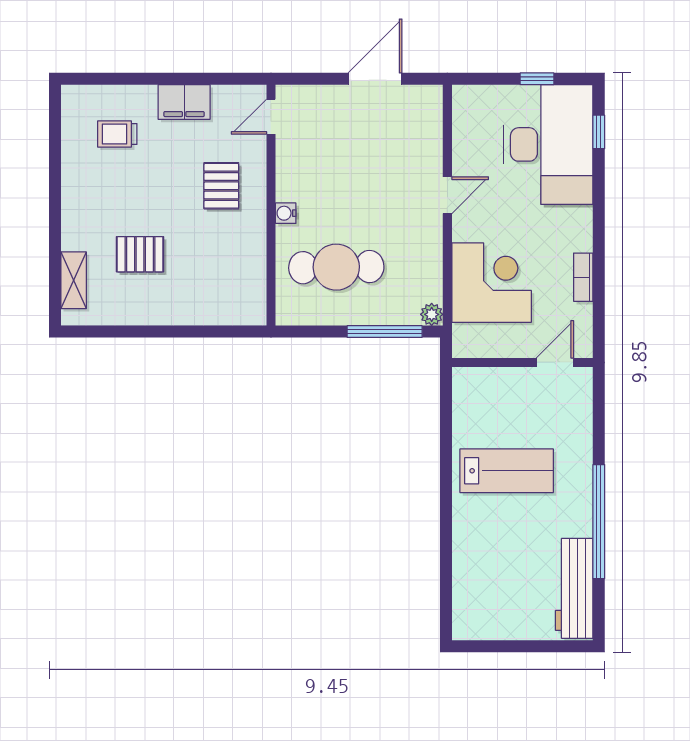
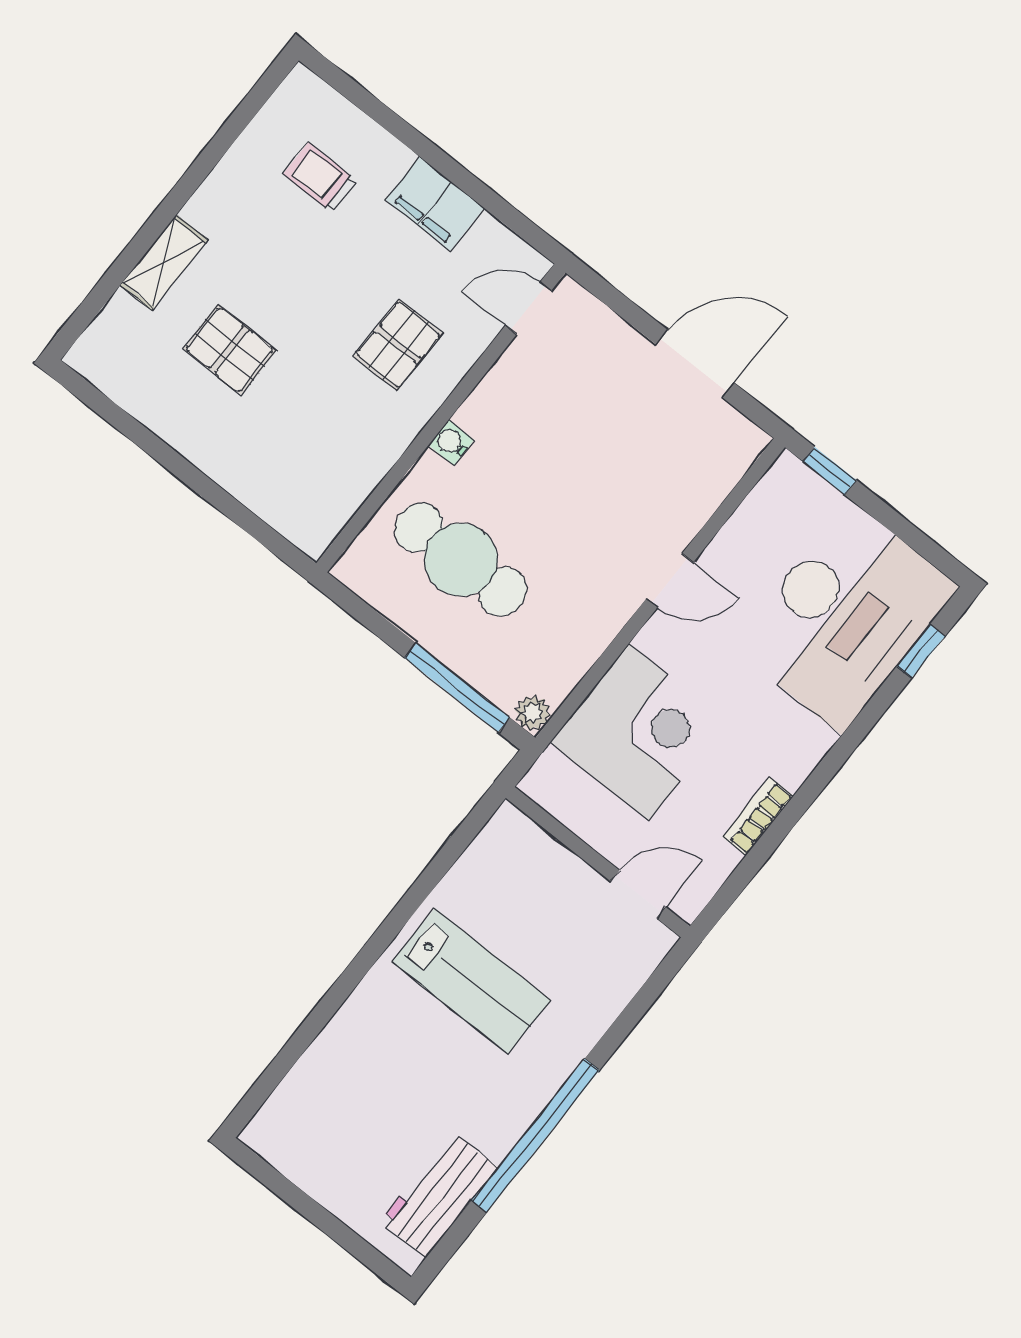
window: (537, 79) -> (830, 471), moved
shelving: (74, 280) -> (164, 262), moved
workbench: (574, 588) -> (439, 1194), width x0.73

